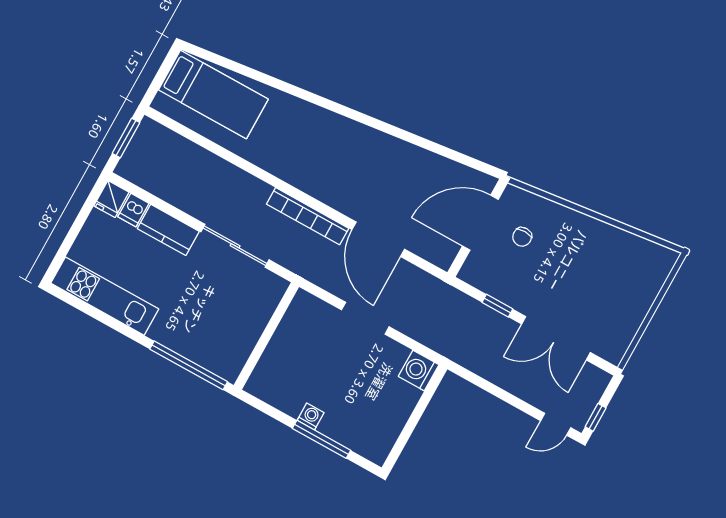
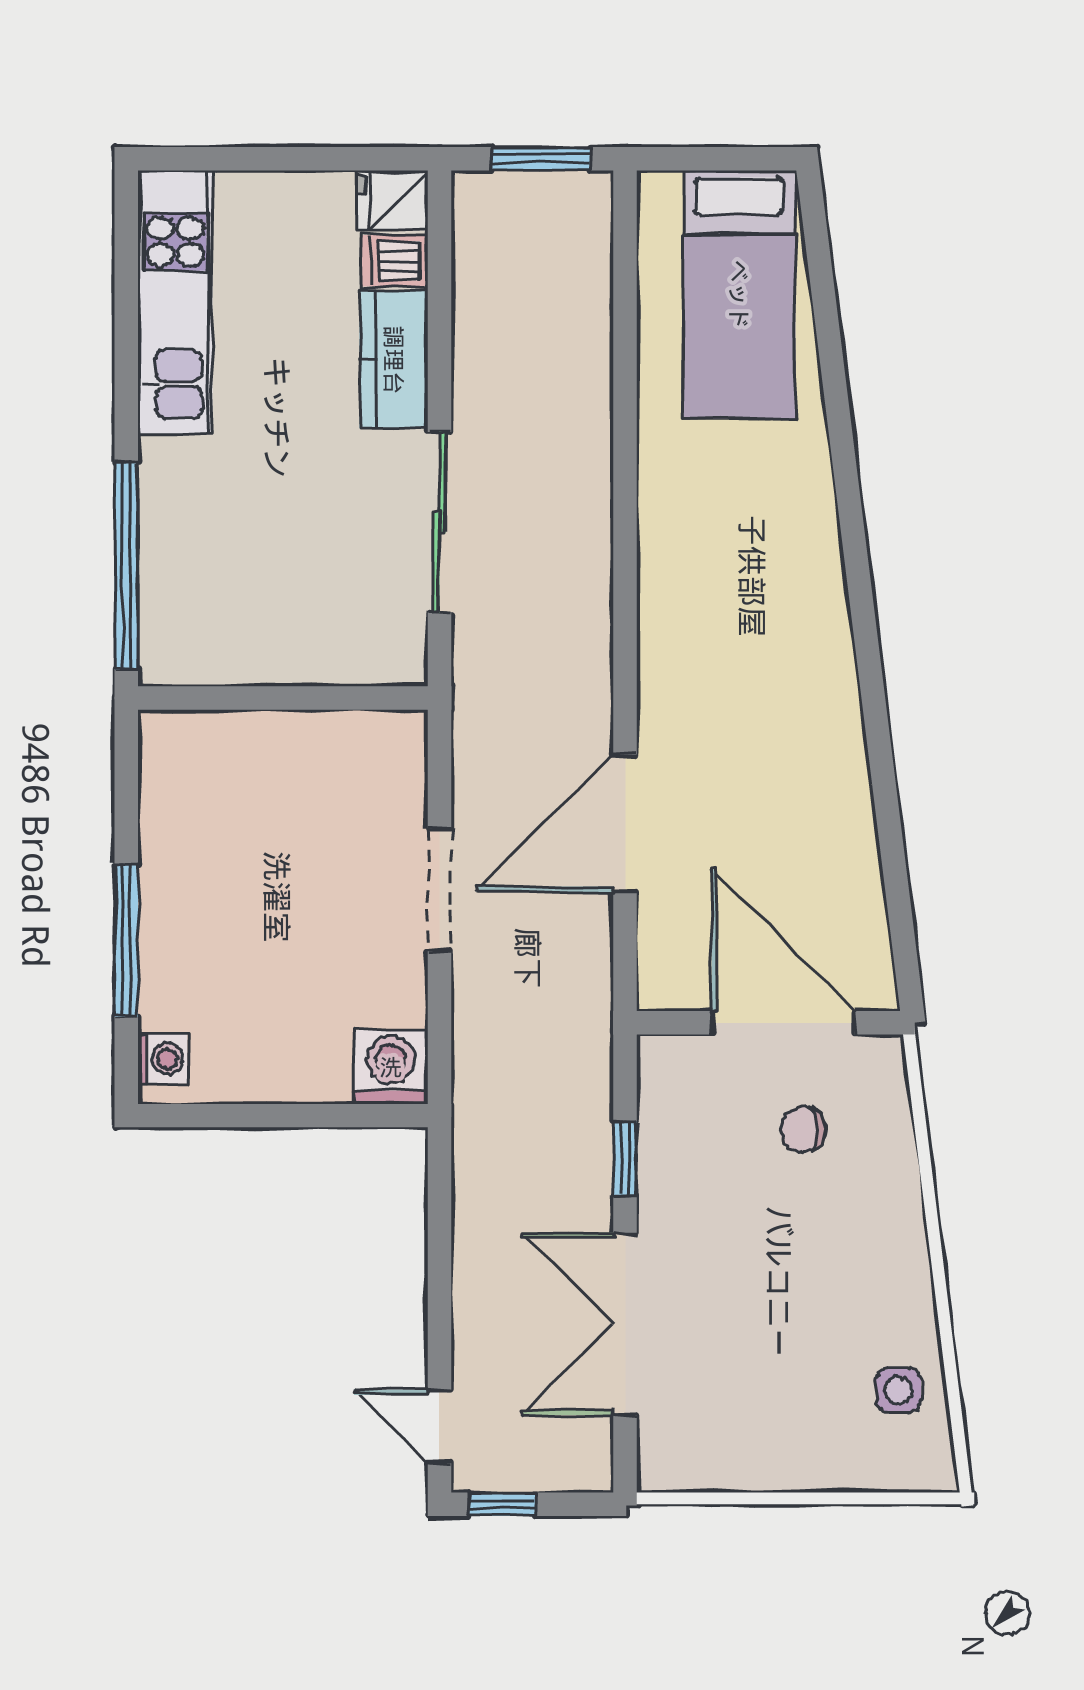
bookcase: (308, 216) -> (590, 643), removed
side table: (633, 254) -> (899, 1390), added
washing machine: (311, 416) -> (163, 1059), moved

